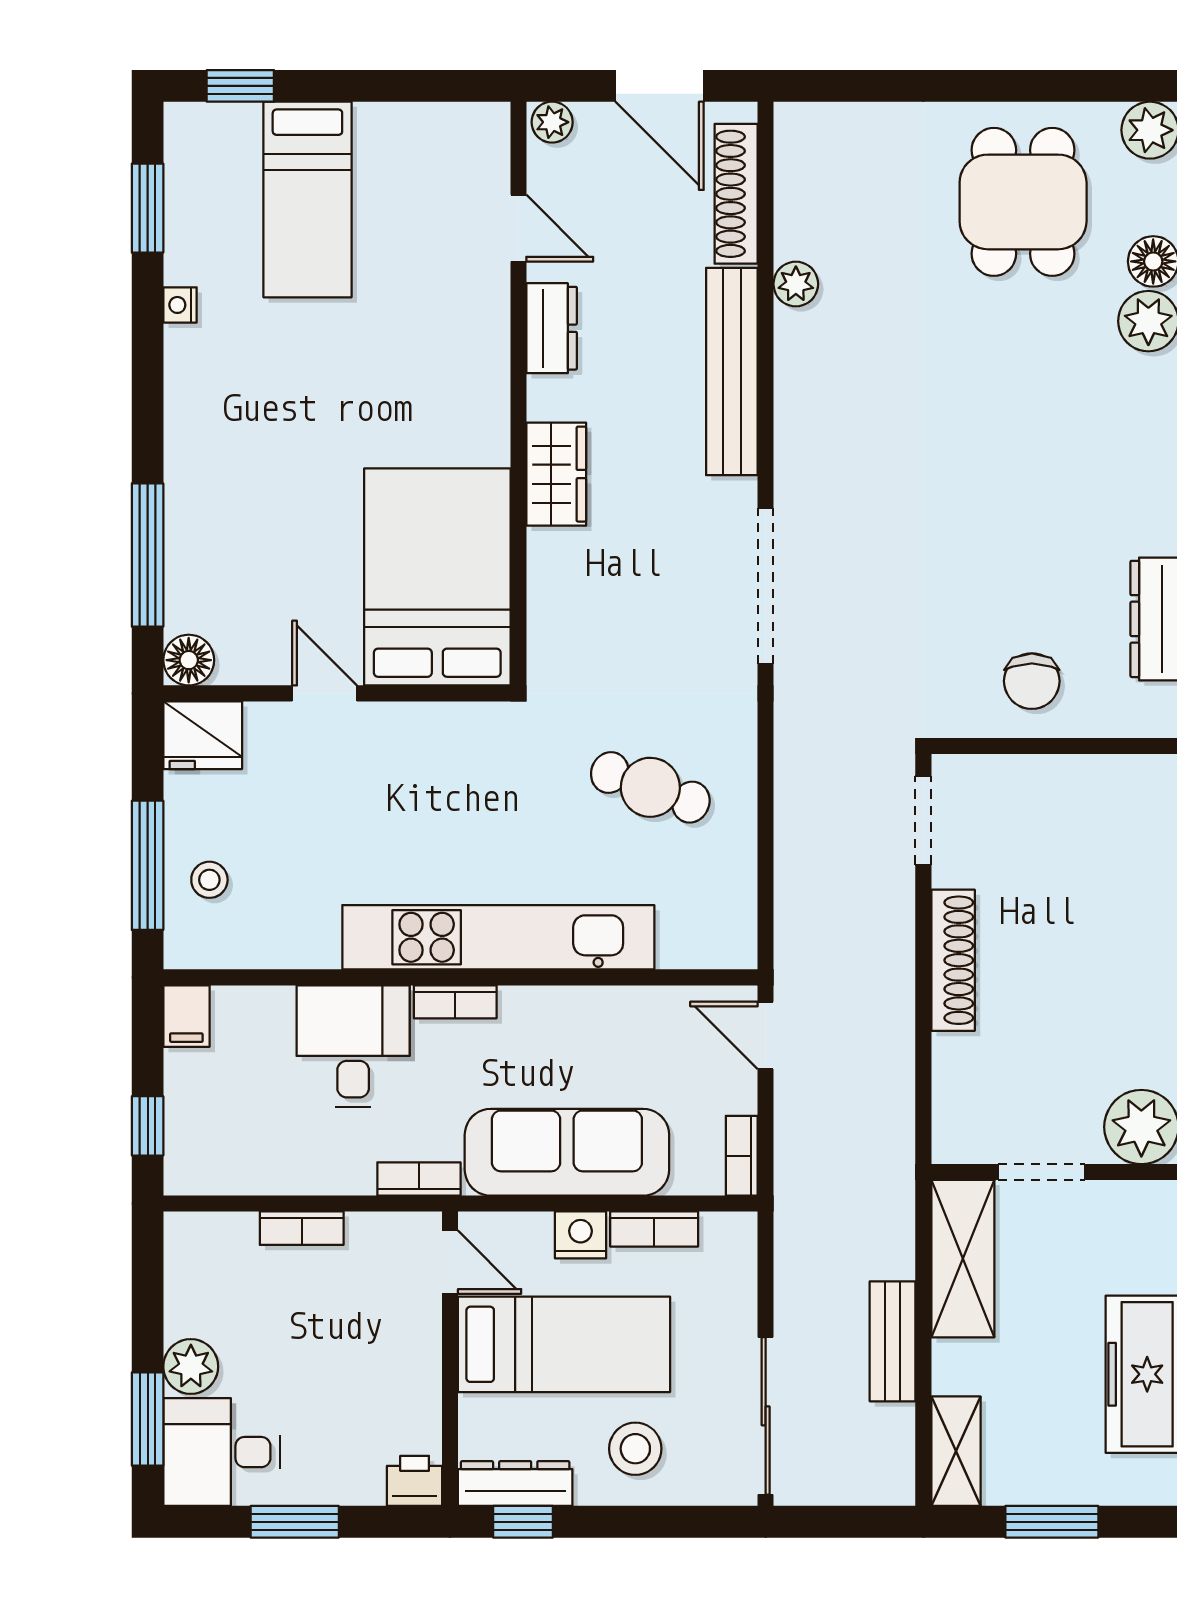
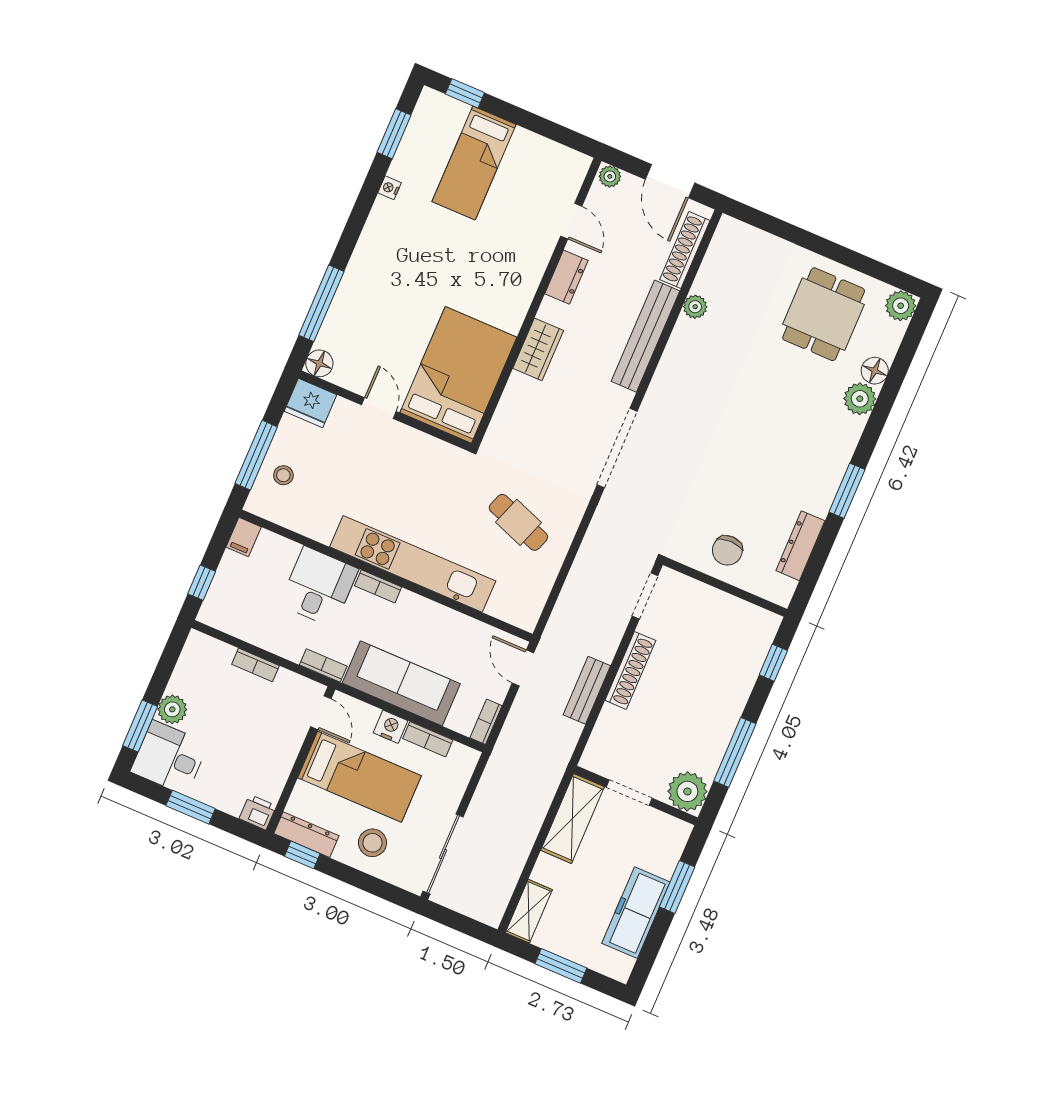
bench: (893, 1341) -> (587, 690), moved

